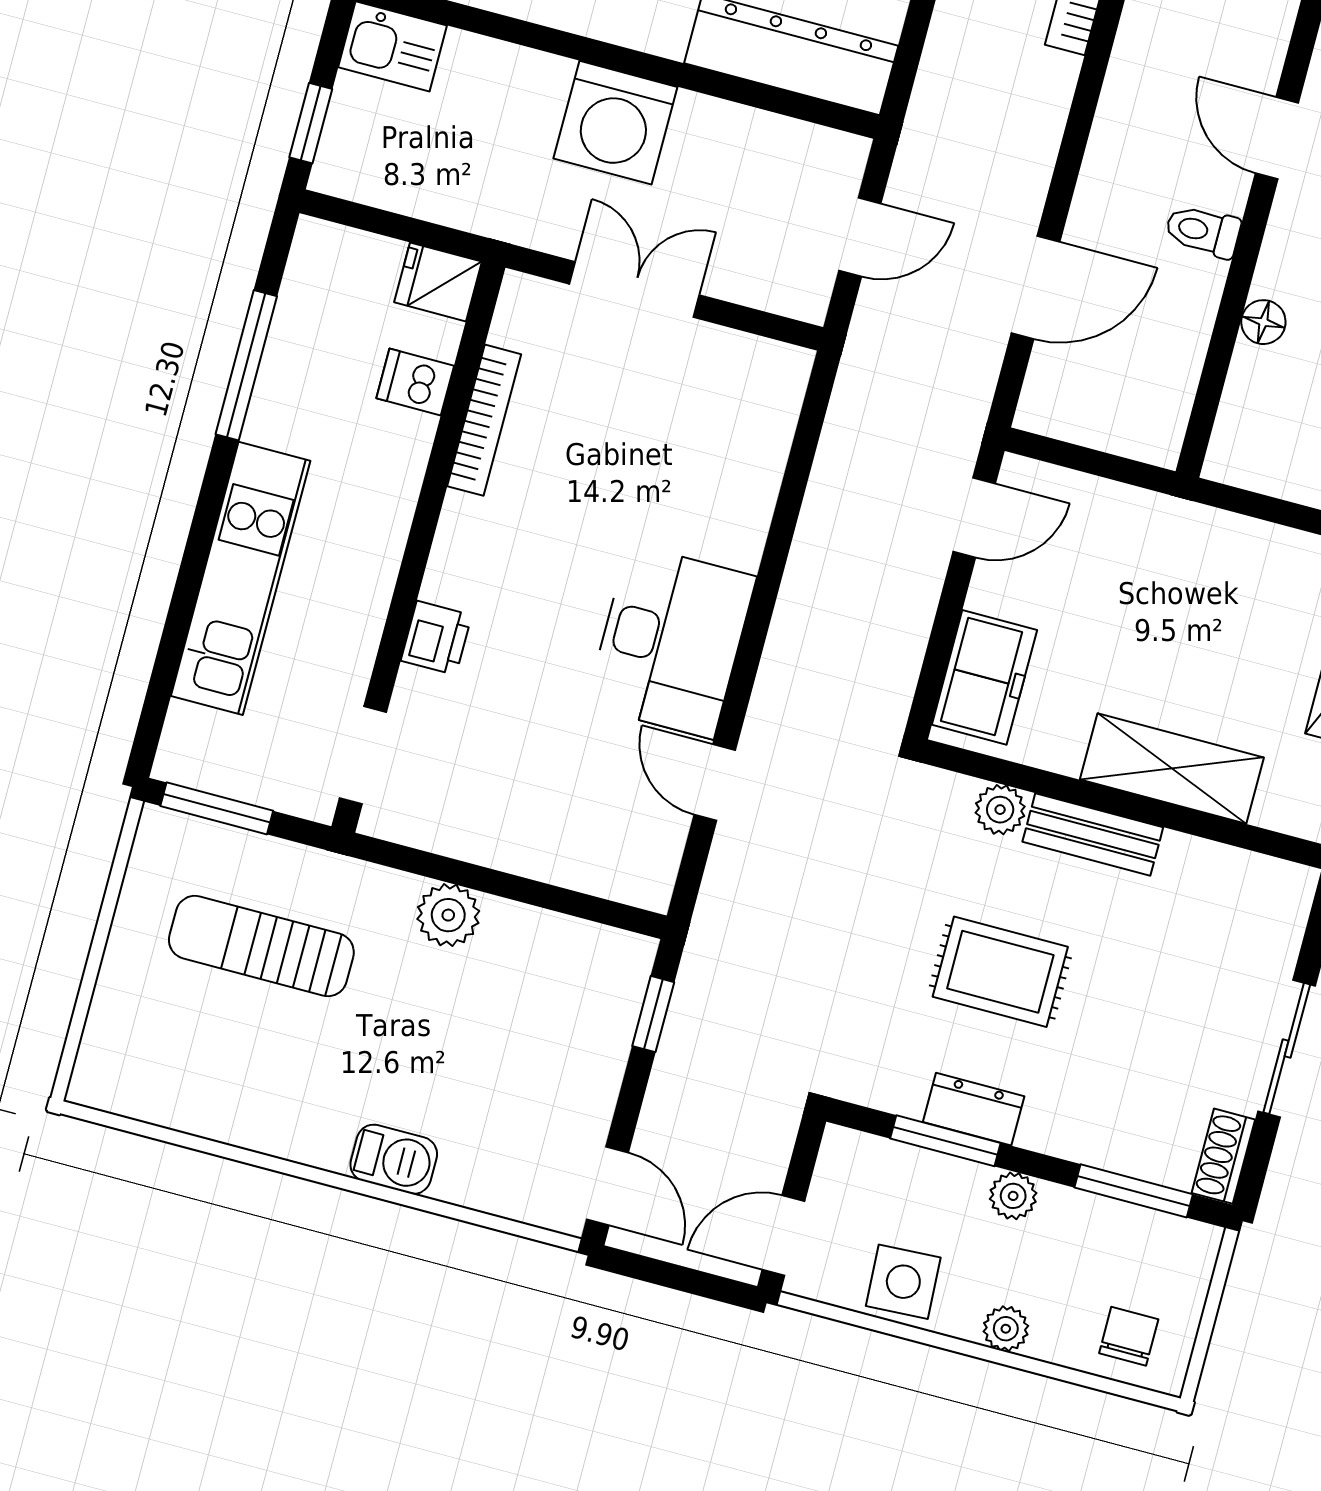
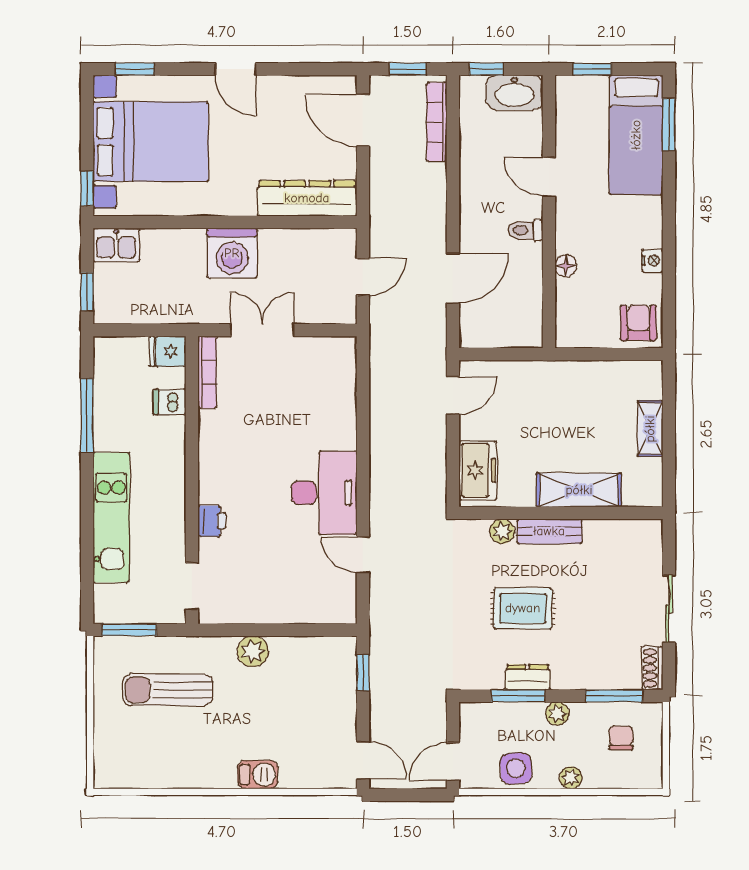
bookcase: (484, 420) -> (207, 372), moved
chair: (1129, 1336) -> (621, 738), moved

